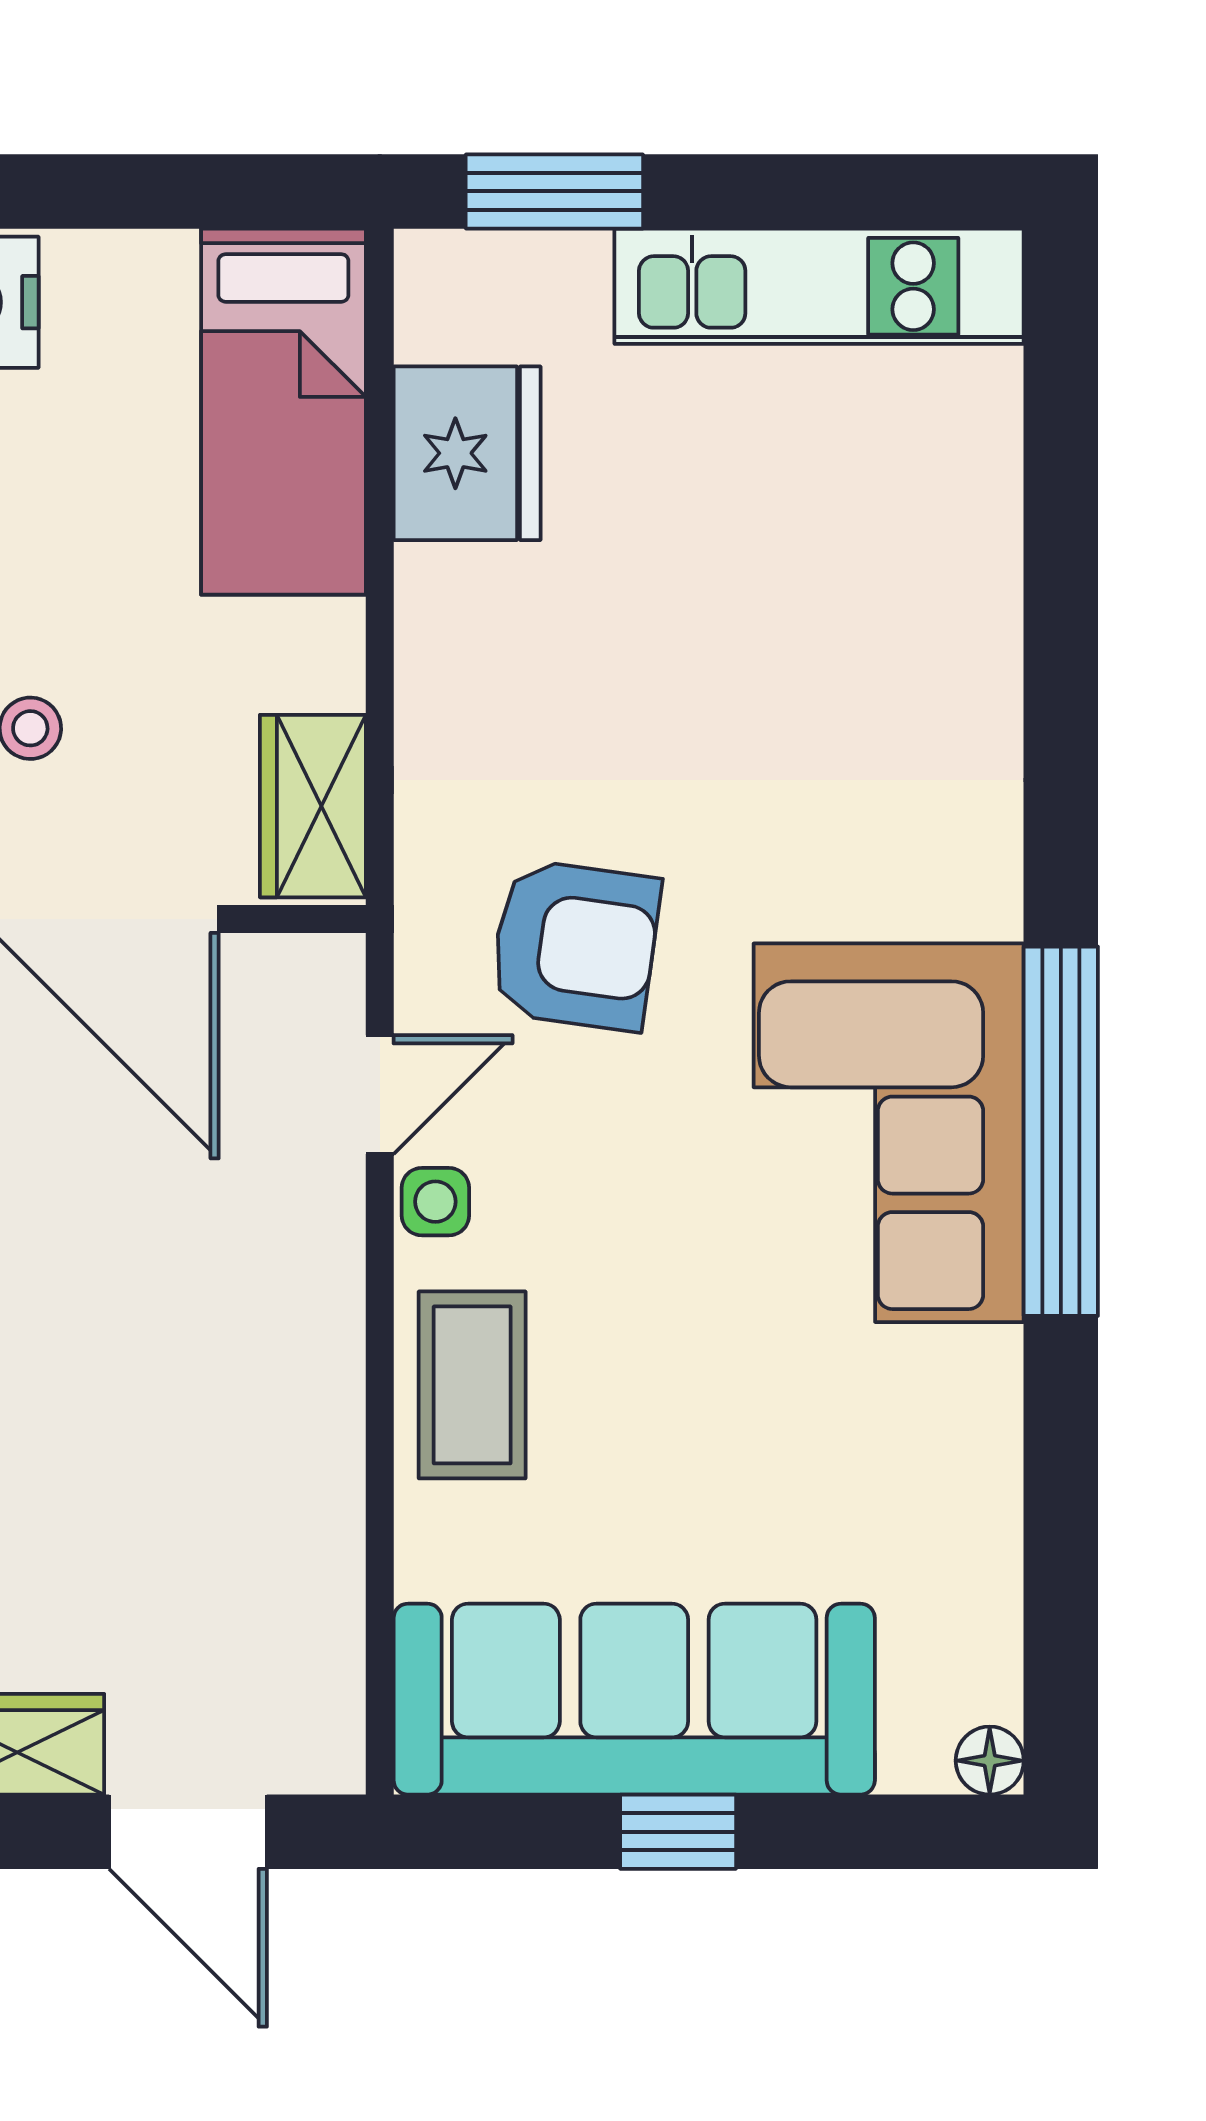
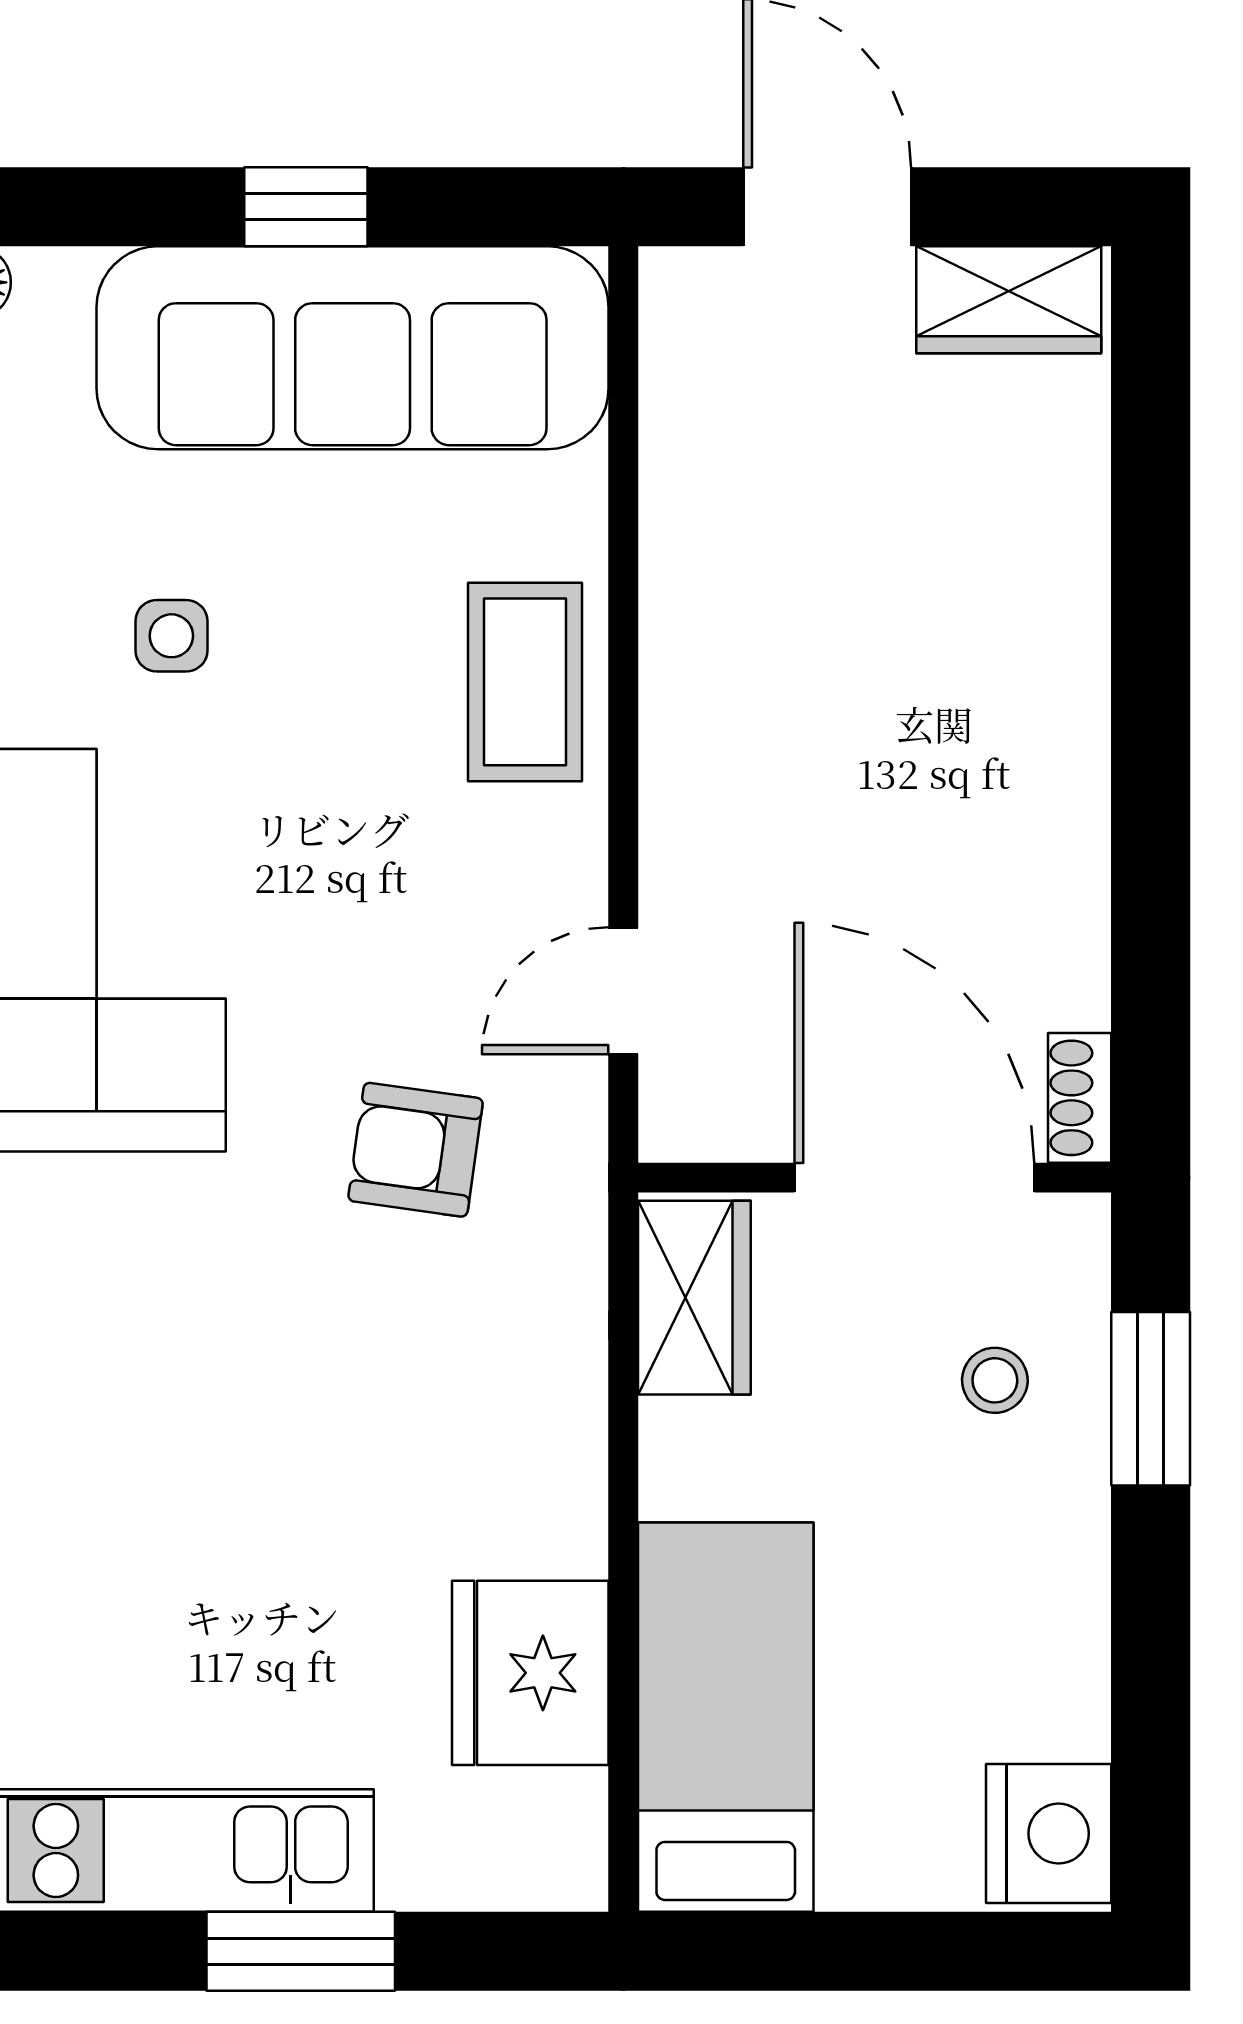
window: (554, 191) -> (301, 1951), moved
armchair: (575, 945) -> (416, 1150), width x0.72, depth x0.72
side table: (435, 1202) -> (171, 636), moved

